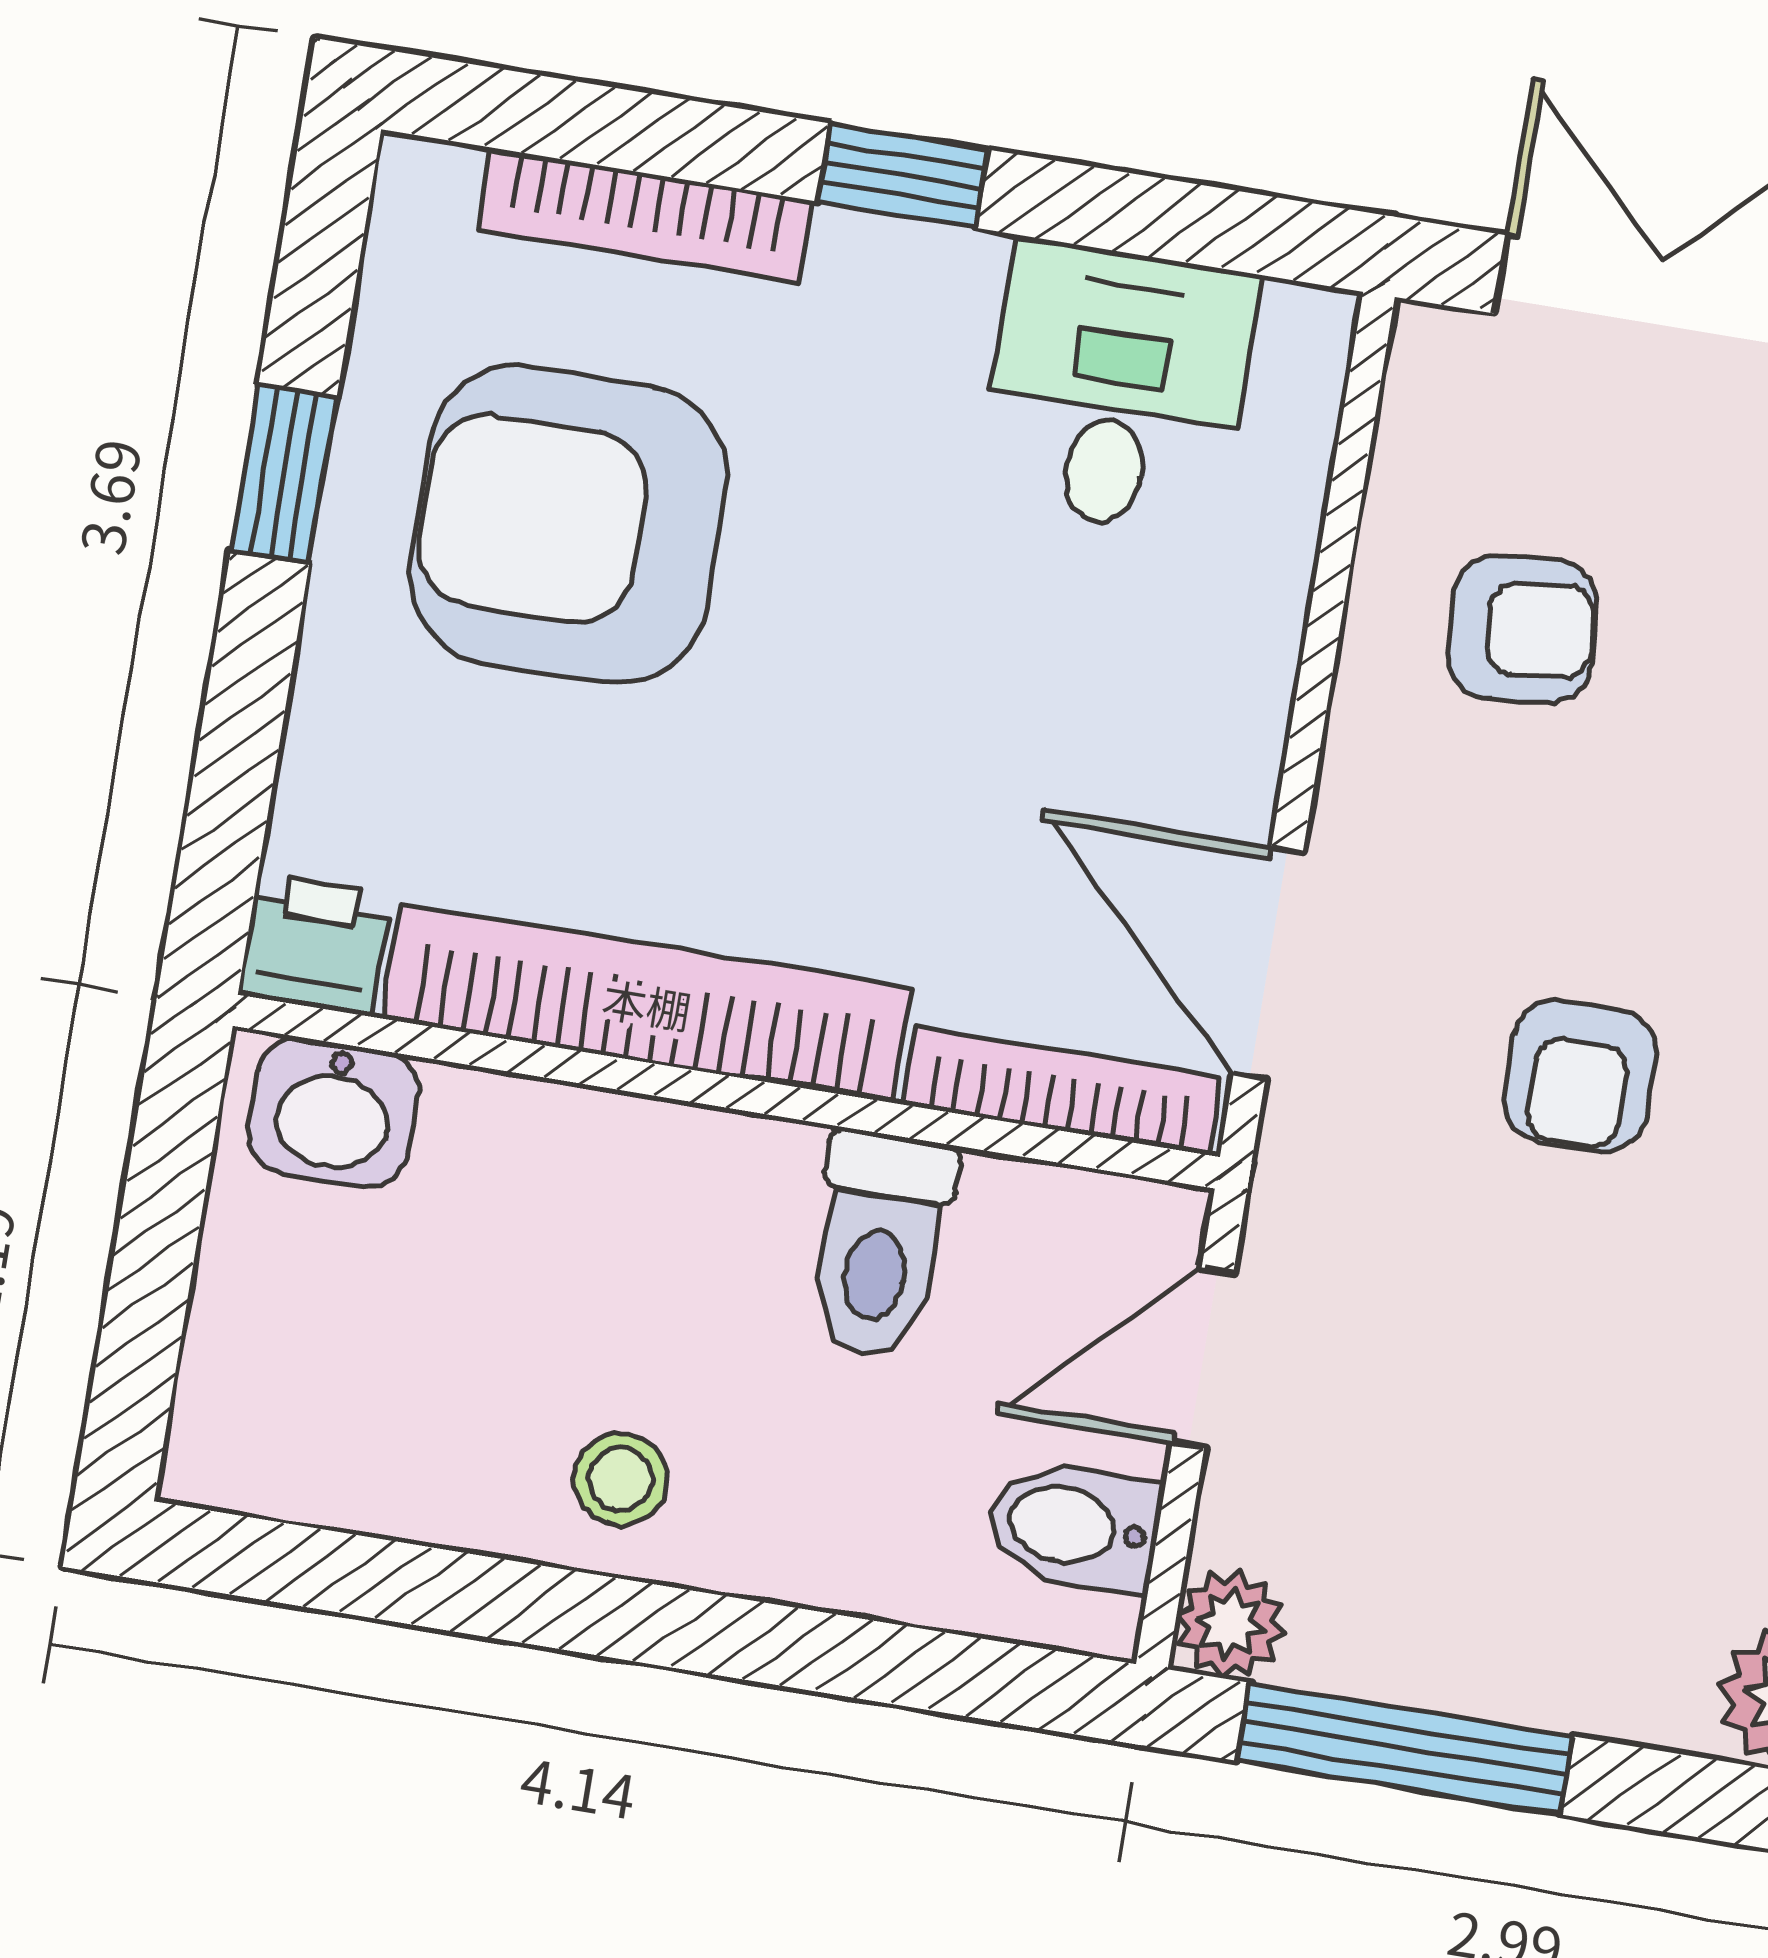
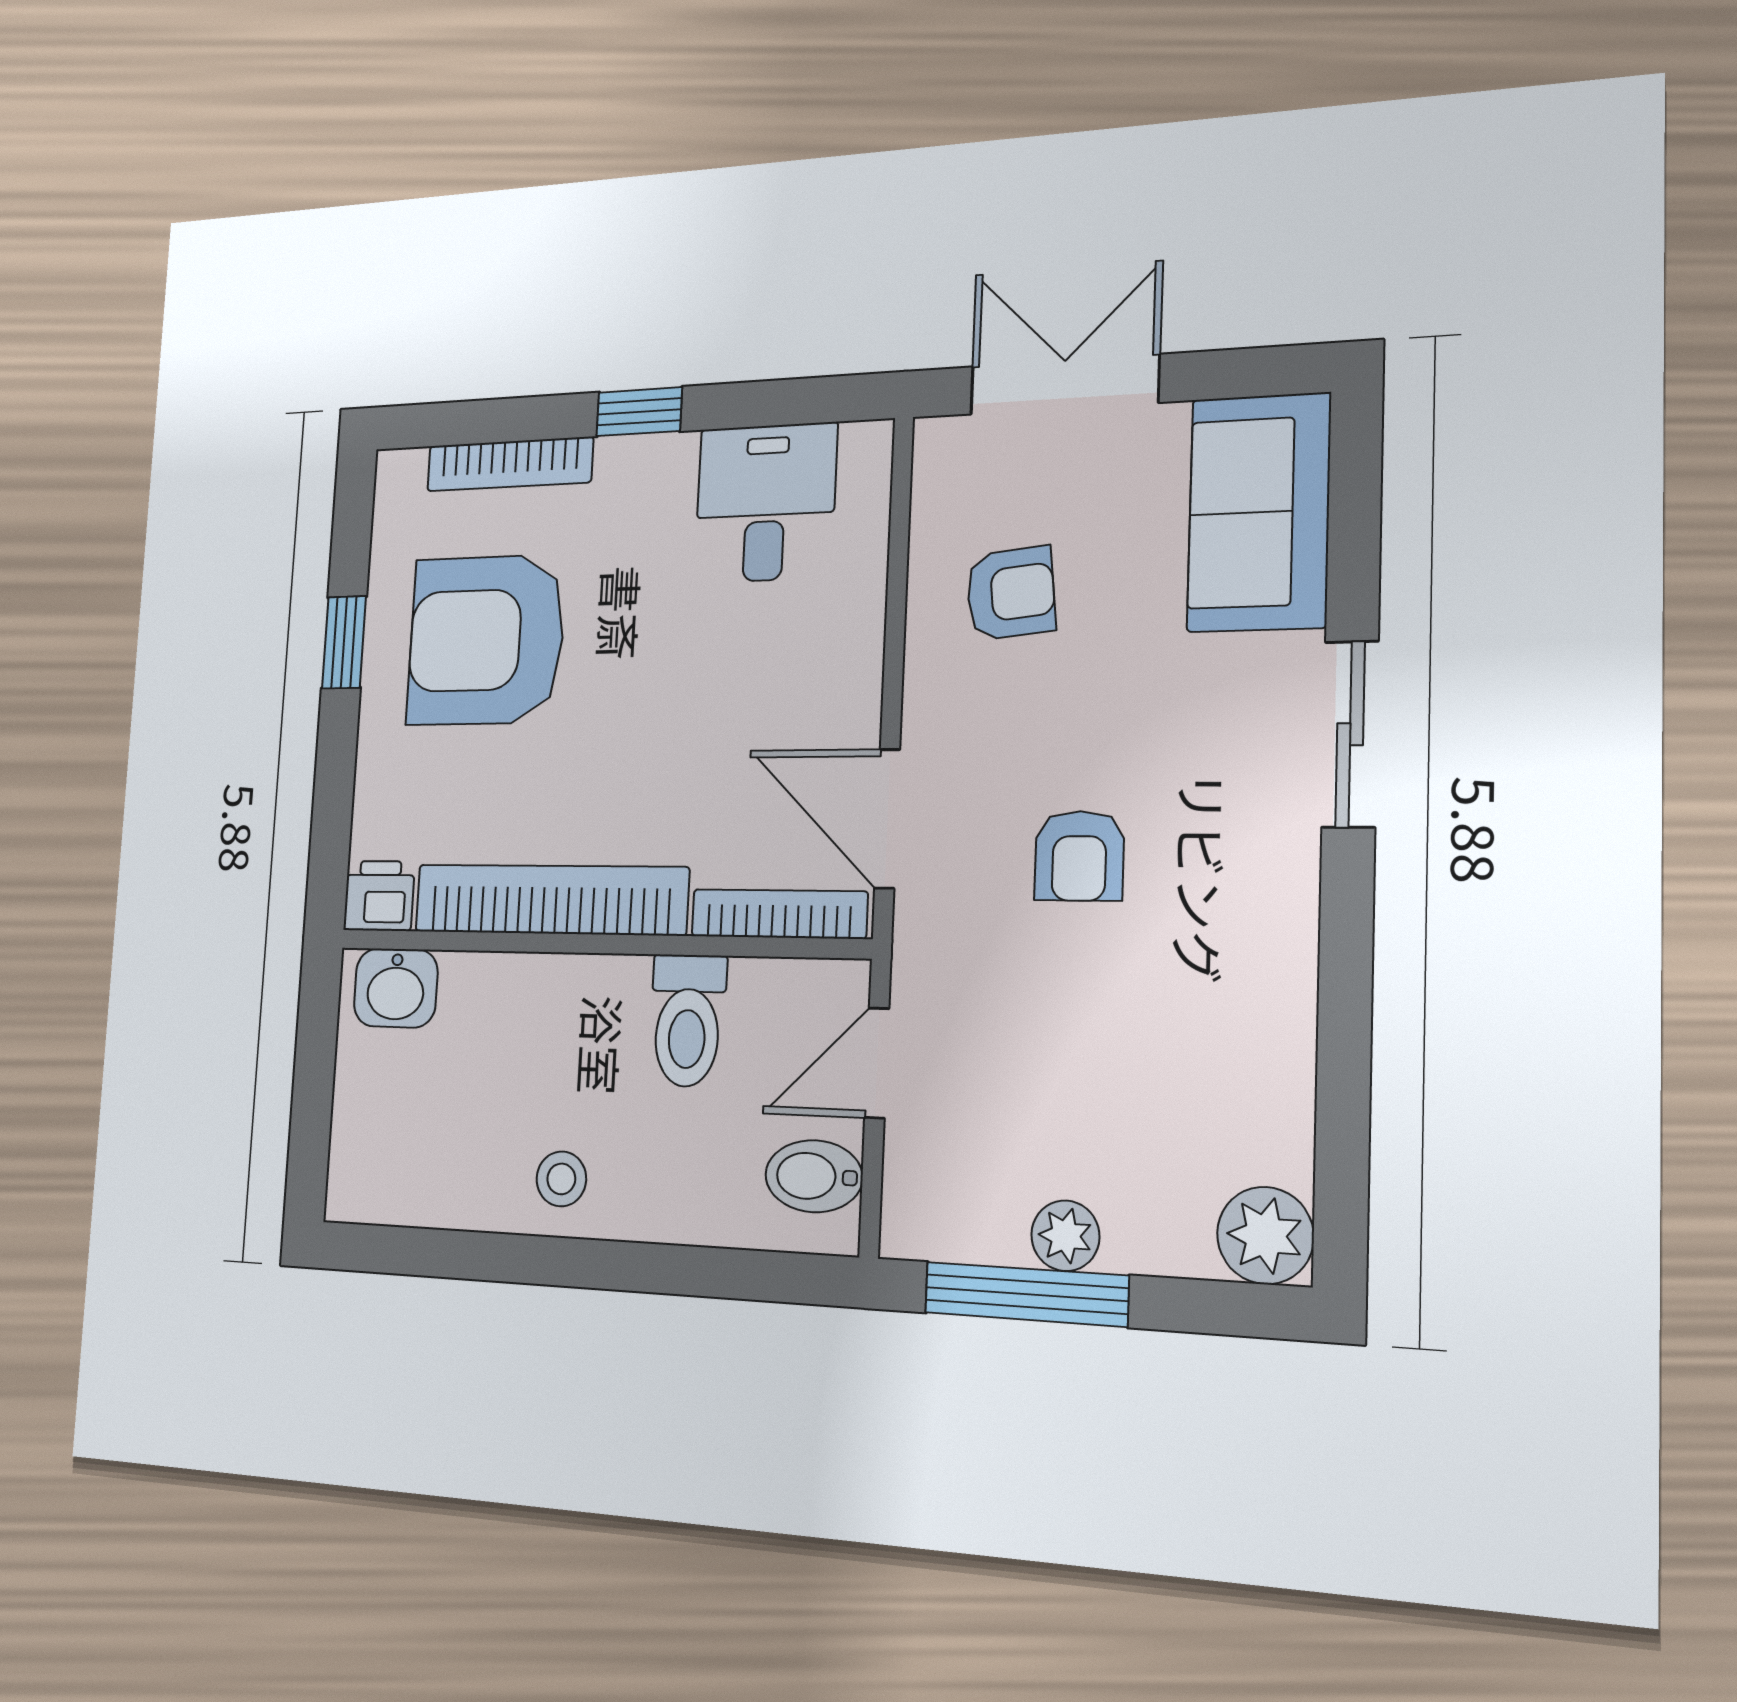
plant: (1230, 1624) -> (1065, 1236), moved

